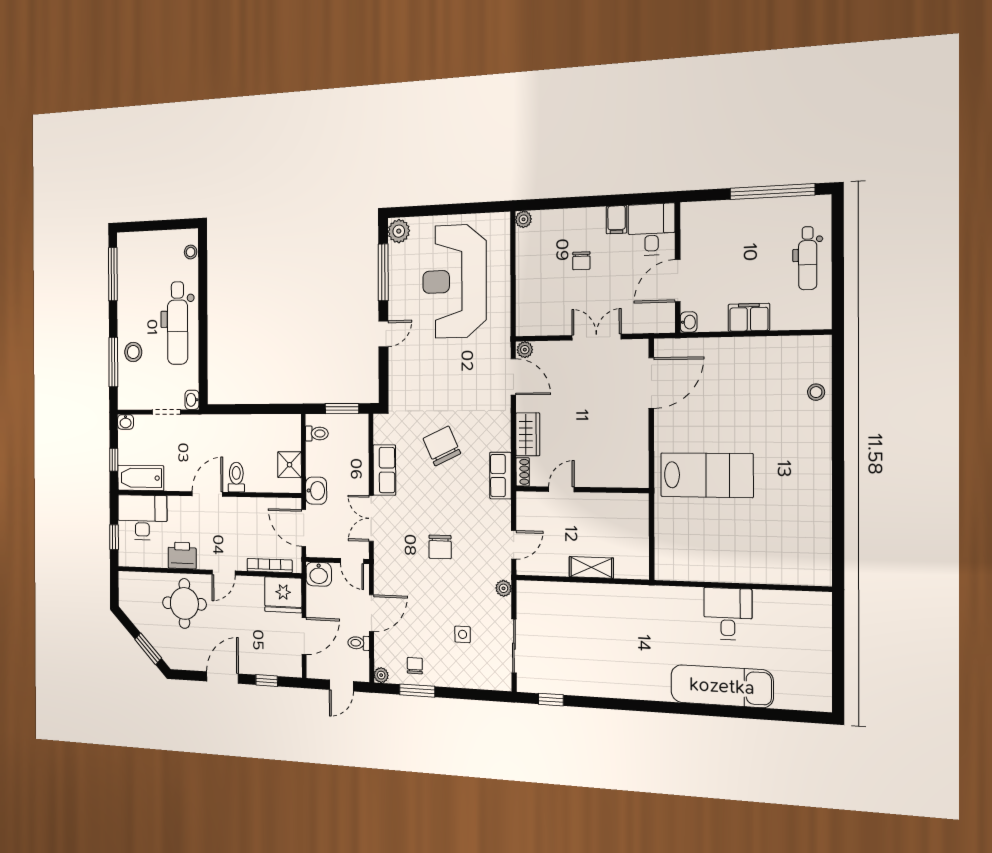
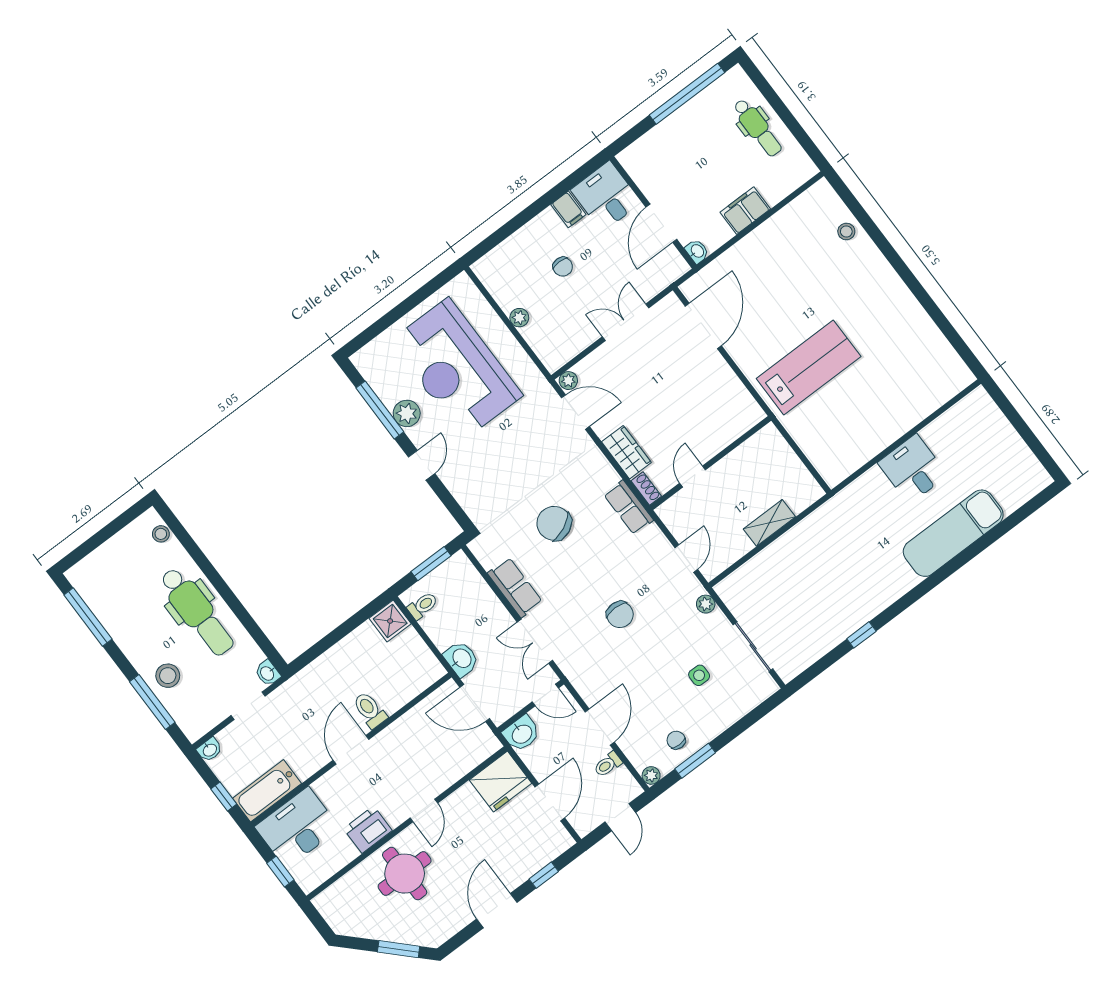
plant: (523, 219) -> (519, 318), moved
plant: (399, 231) -> (407, 413), moved
shower: (290, 465) -> (390, 621), moved
bookcase: (270, 566) -> (466, 766), removed
window: (551, 700) -> (861, 635), moved

